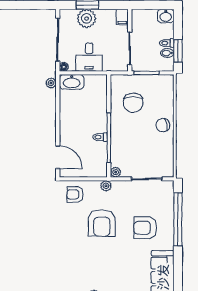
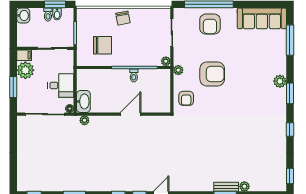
plant: (87, 18) -> (25, 70), moved
door: (58, 157) -> (131, 114), moved
armchair: (145, 228) -> (210, 24), moved

